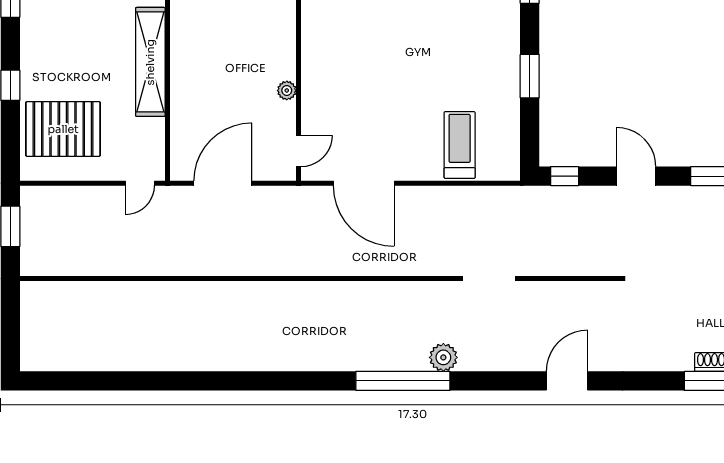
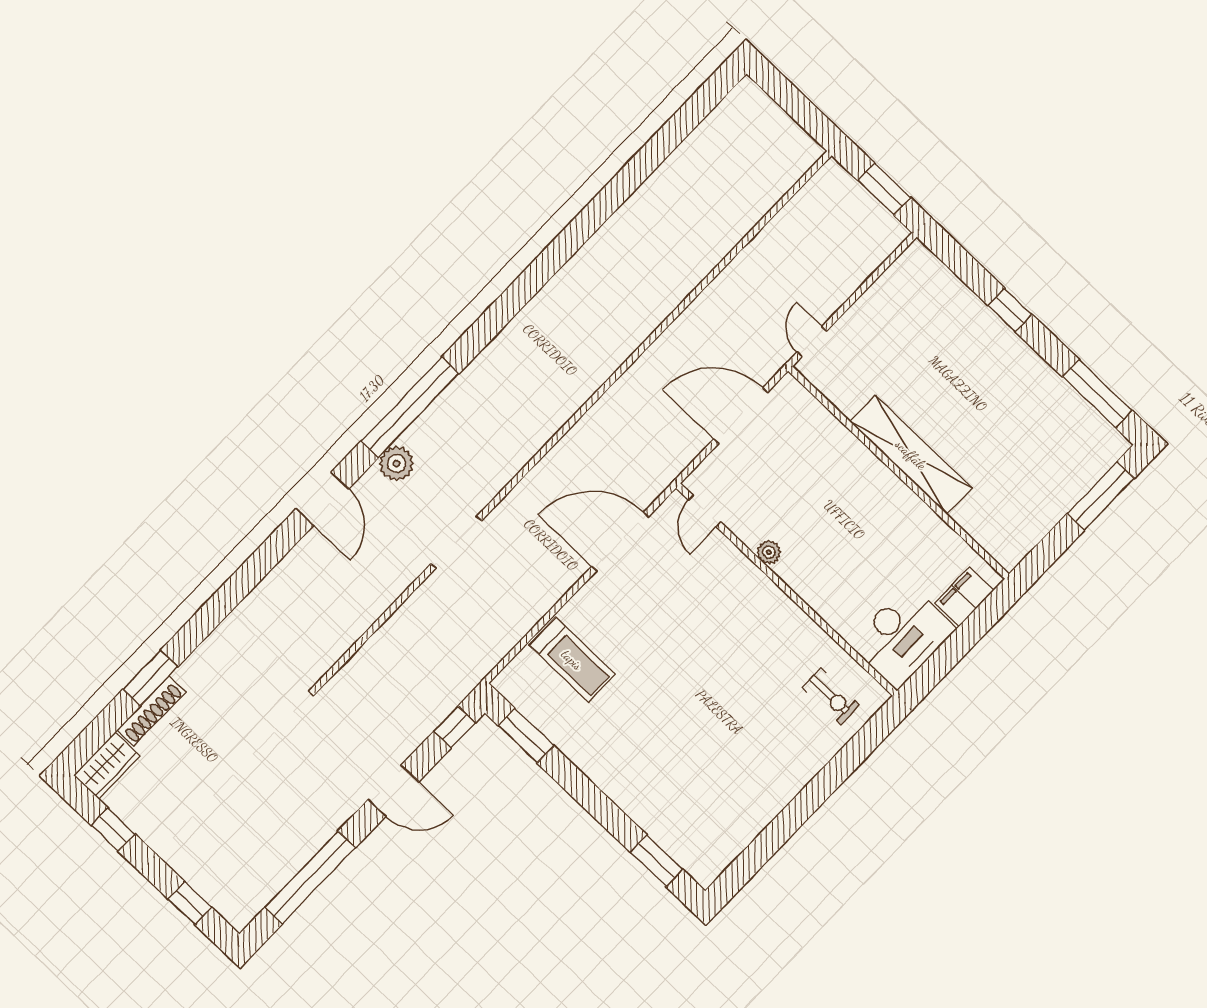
window: (530, 76) -> (526, 736), moved
pallet: (63, 129) -> (926, 320), removed
door: (223, 183) -> (741, 416), swing flipped
doorway: (489, 278) -> (456, 542), moved
door: (567, 381) -> (322, 499), moved

